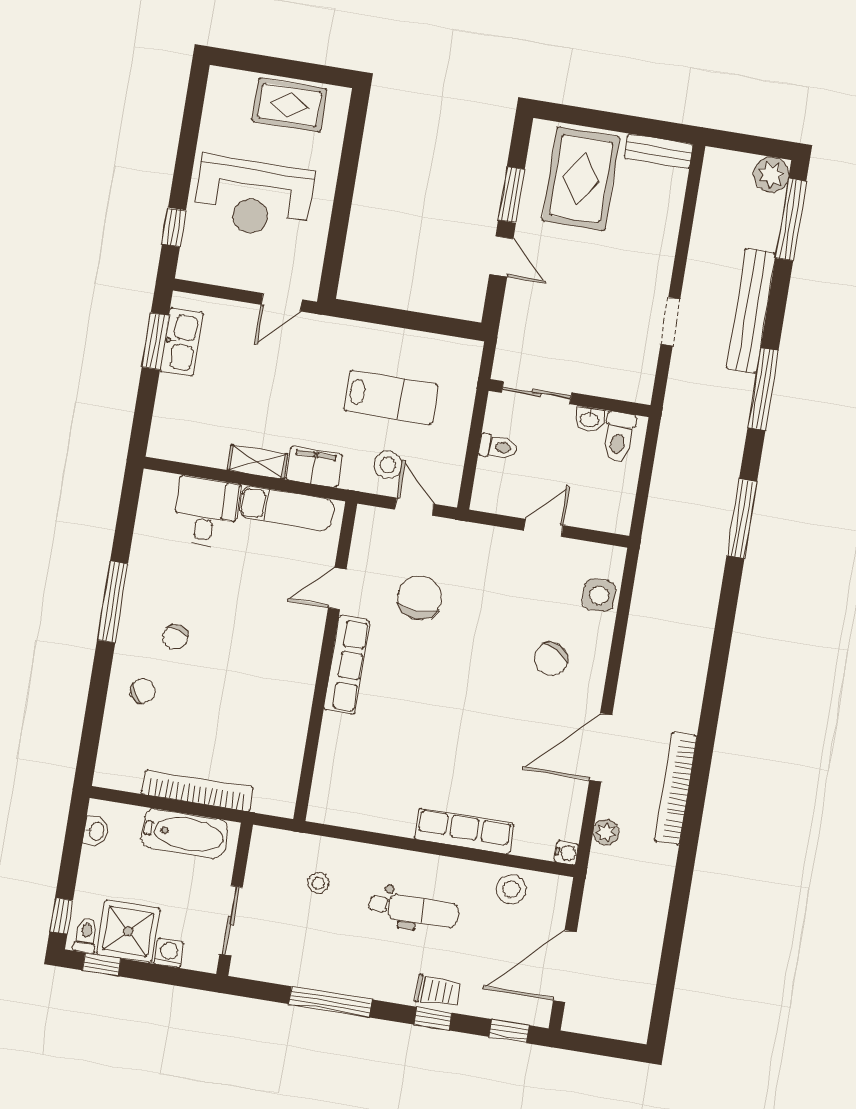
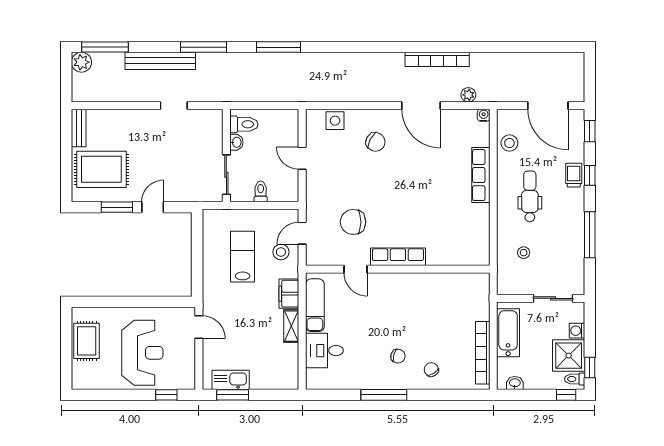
bookcase: (197, 791) -> (483, 353), moved

